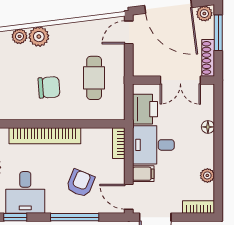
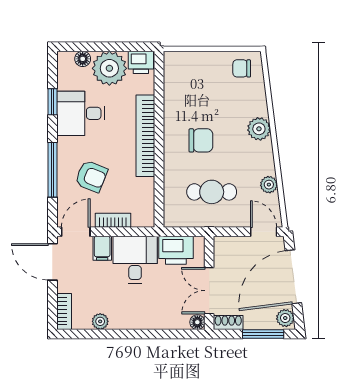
plant: (20, 36) -> (269, 185), moved
shoe rack: (208, 58) -> (228, 322), width x0.70
chair: (49, 87) -> (201, 140), turned -86
floor lamp: (208, 127) -> (197, 322), moved
bookcase: (119, 143) -> (113, 220), moved

